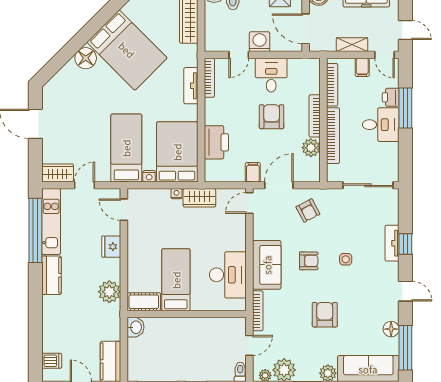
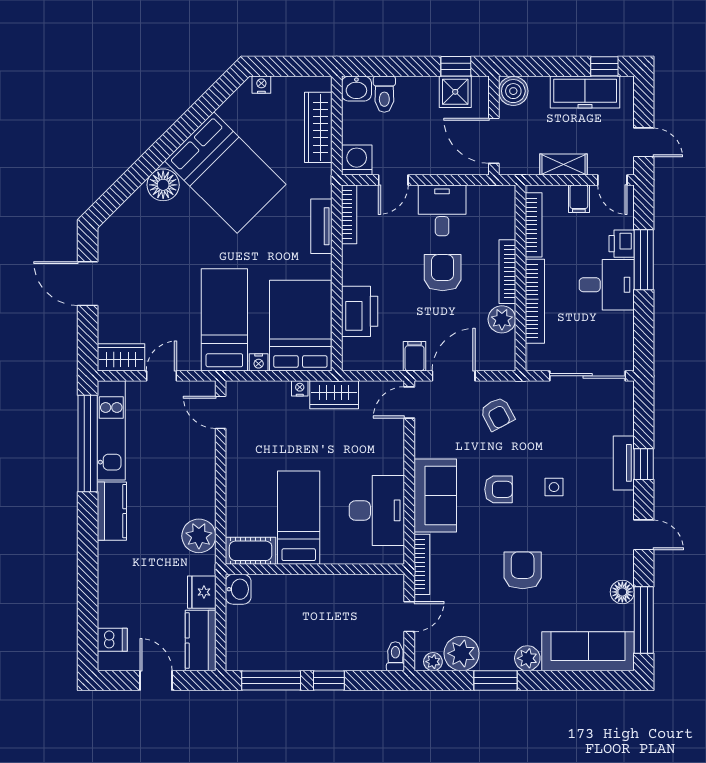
washing machine: (260, 42) -> (357, 160), moved
fridge: (111, 247) -> (202, 592), moved

